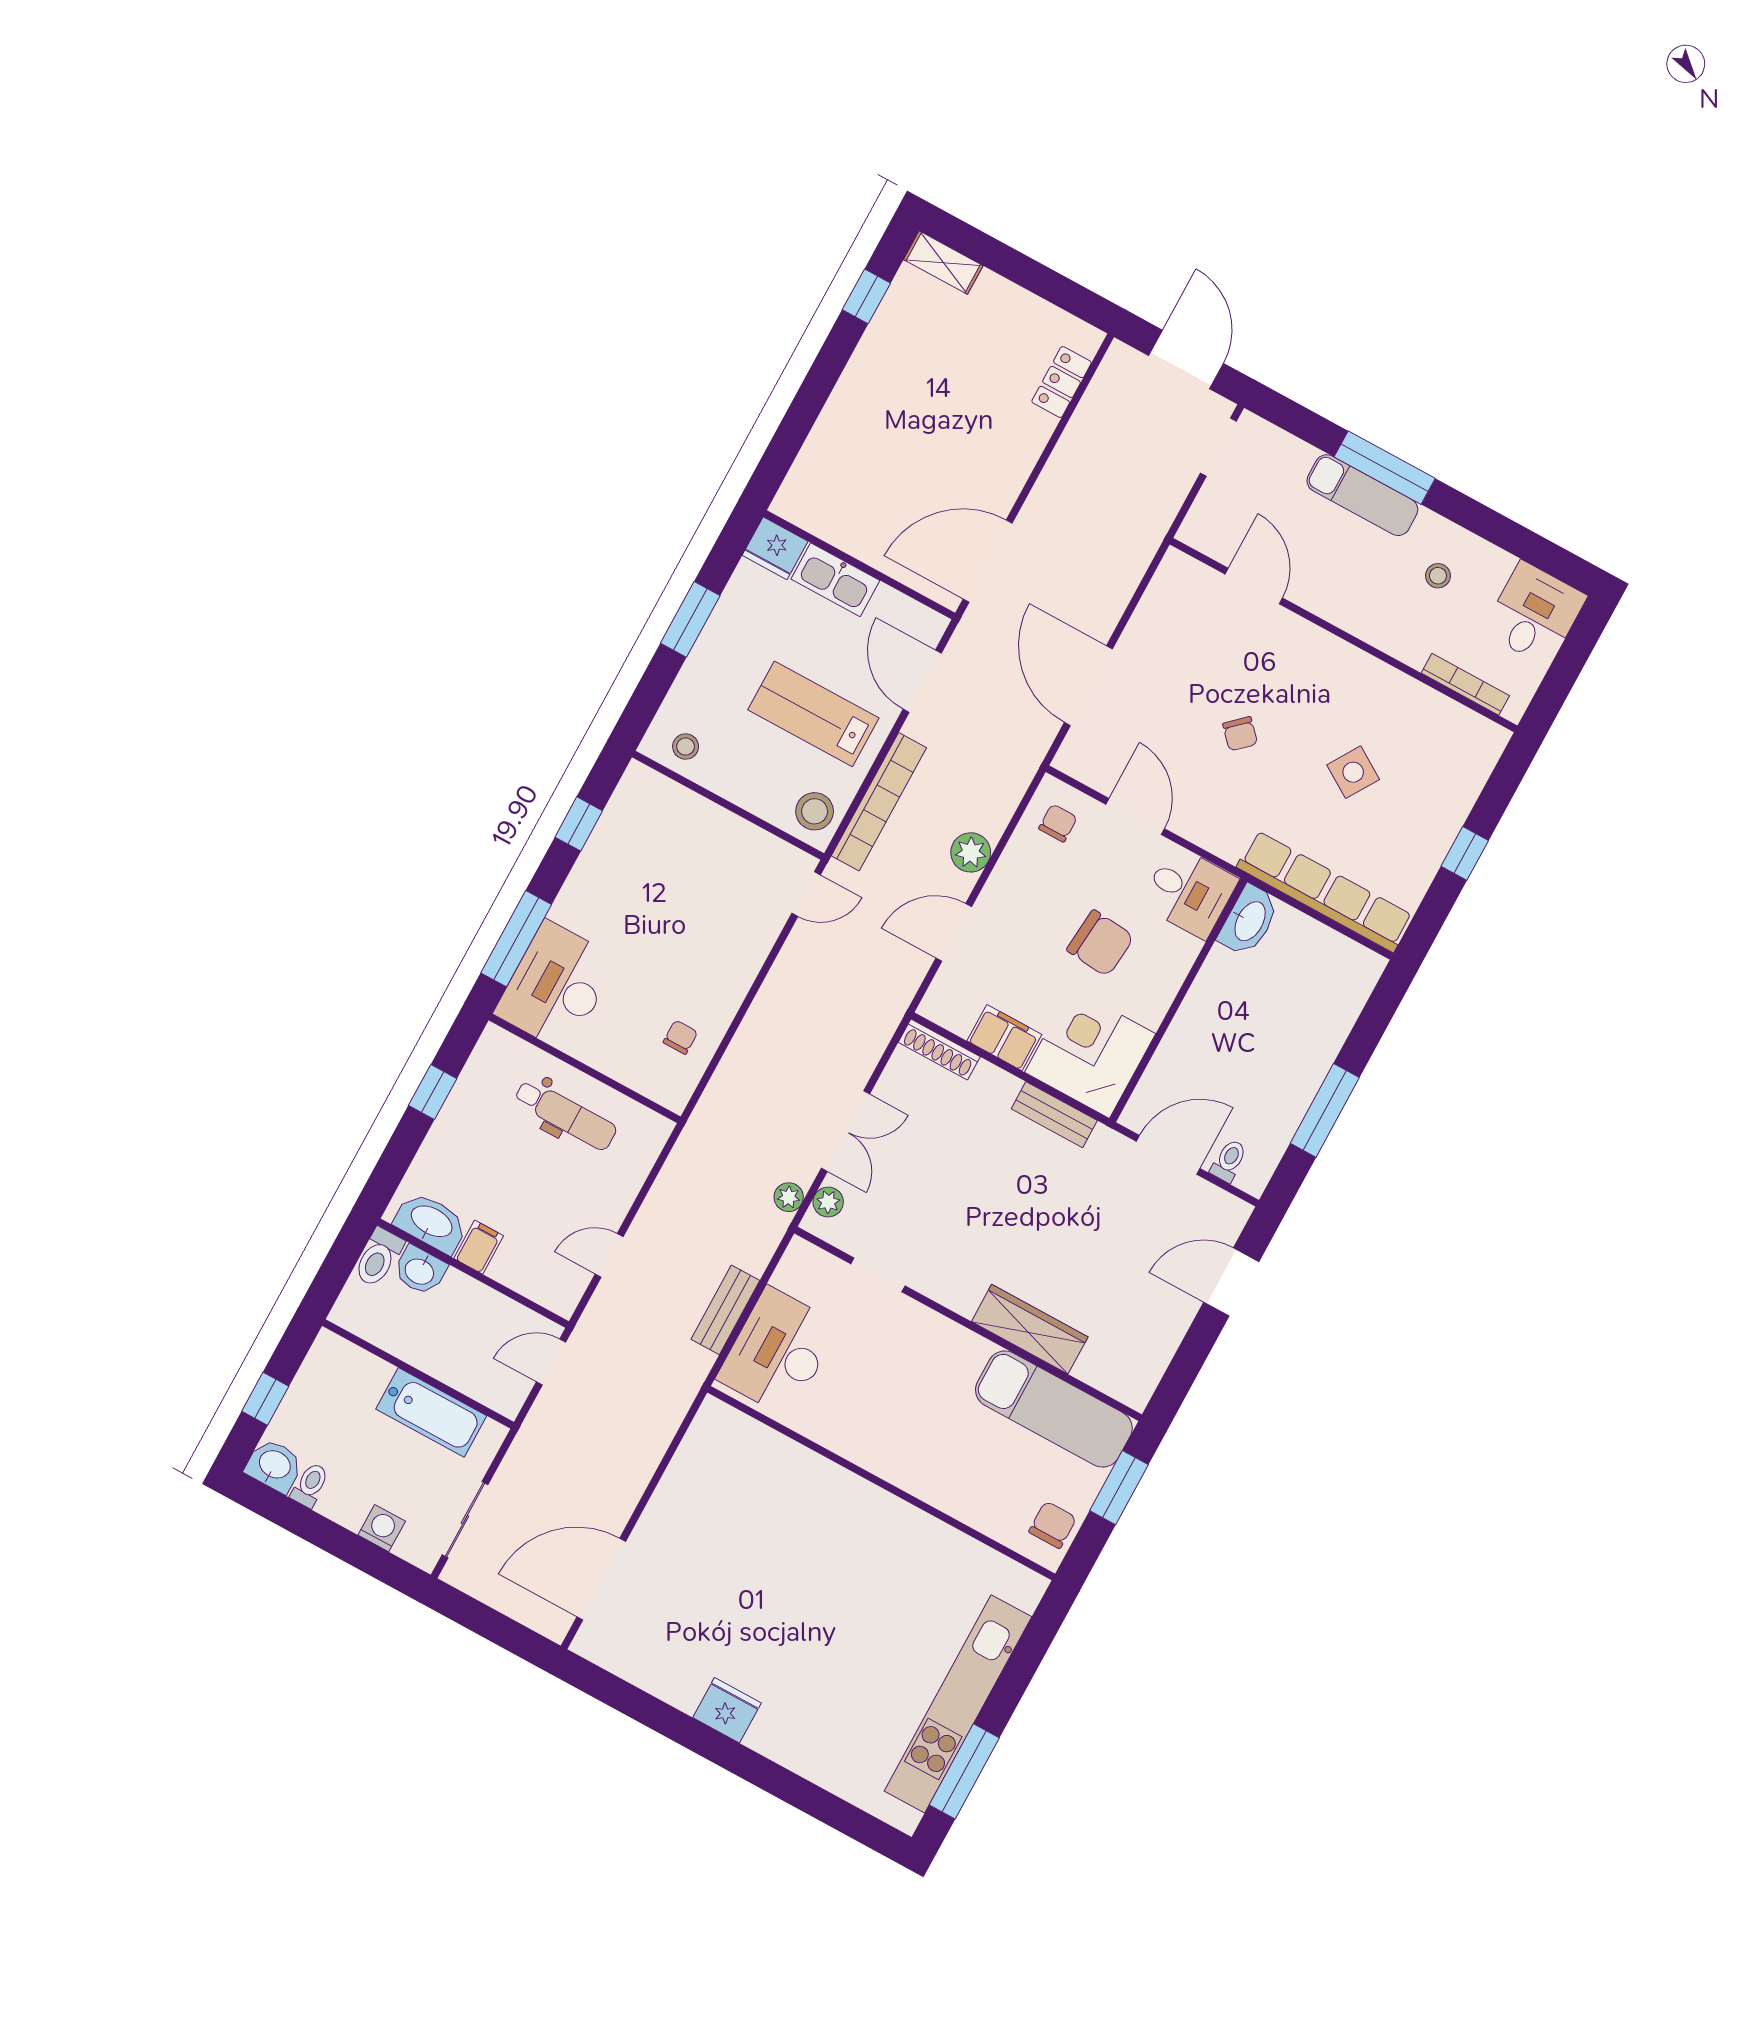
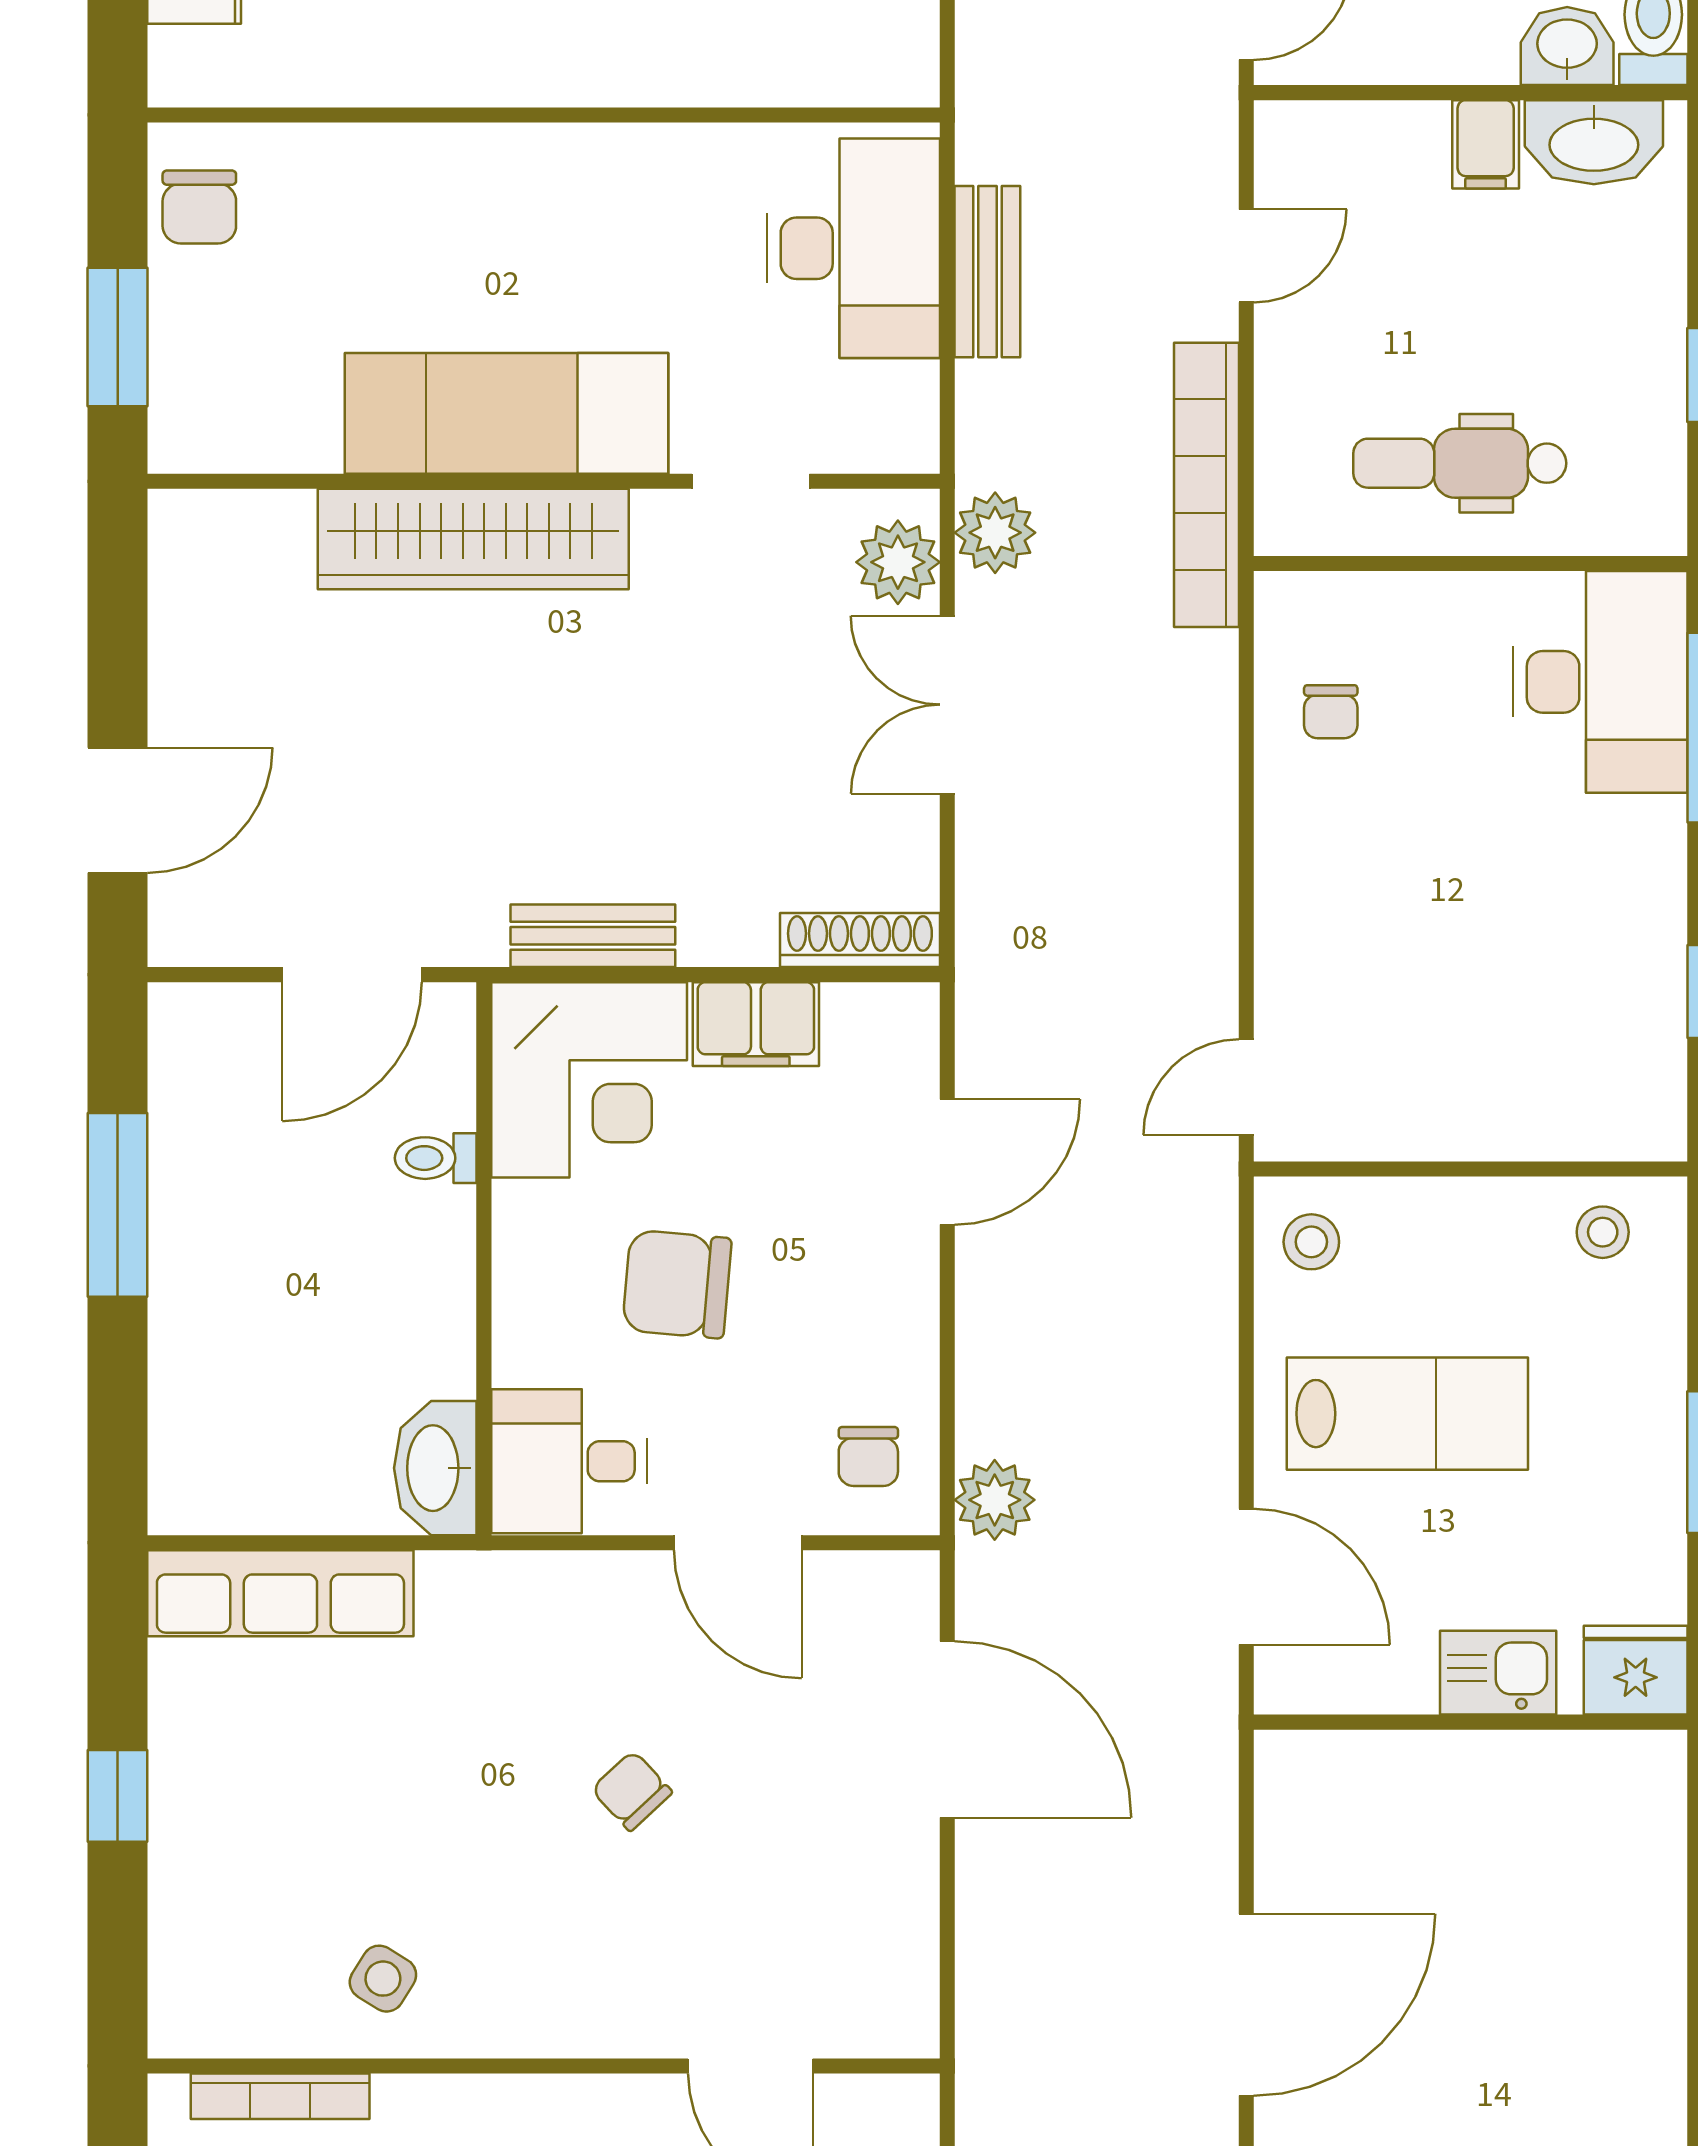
door: (988, 561) -> (1246, 2005), moved
kitchen sink: (835, 580) -> (1498, 1673), width x0.73
side table: (1353, 772) -> (383, 1979), moved, width x0.73, depth x0.73
bookcase: (879, 802) -> (1206, 485), moved
stool: (815, 811) -> (1311, 1242), width x0.73, depth x0.73
plant: (971, 852) -> (995, 1500), moved
row of seats: (1325, 891) -> (280, 1593), width x0.73
toilet: (1229, 1161) -> (436, 1158), moved, turned 90
plant: (789, 1197) -> (995, 533), width x1.38, depth x1.38
plant: (828, 1202) -> (898, 562), width x1.38, depth x1.38
wardrobe: (1030, 1329) -> (473, 539), width x1.40, depth x1.17
exam couch: (1054, 1409) -> (506, 413), moved

